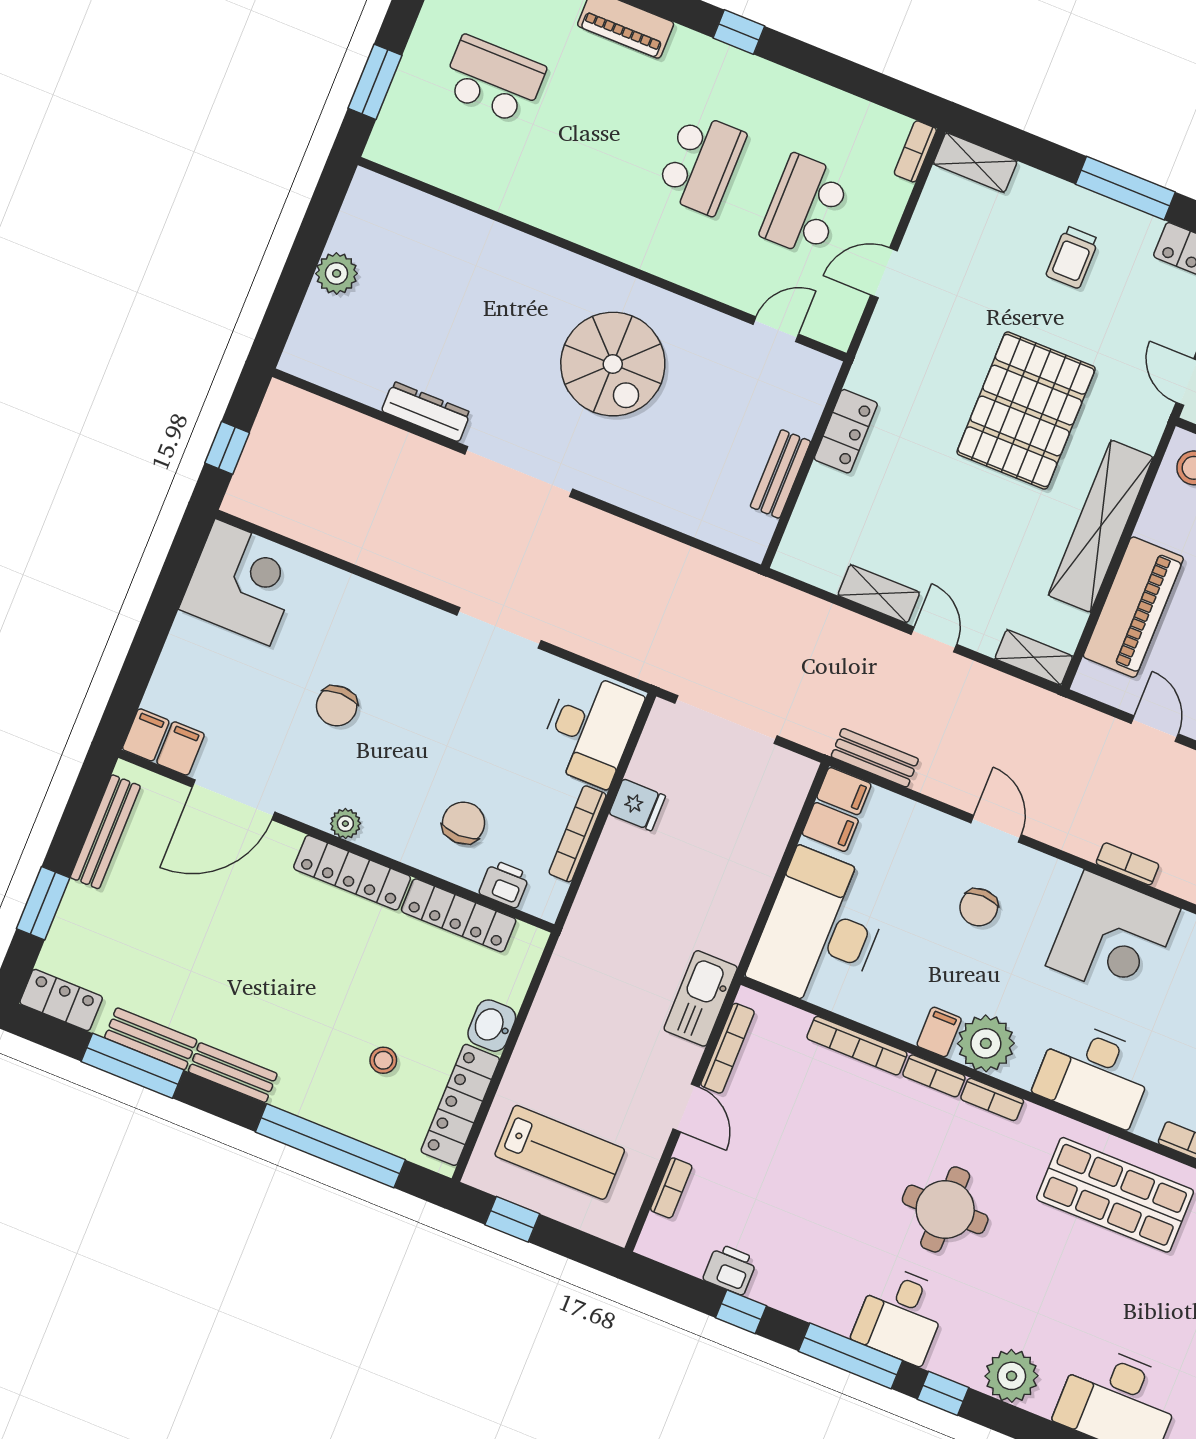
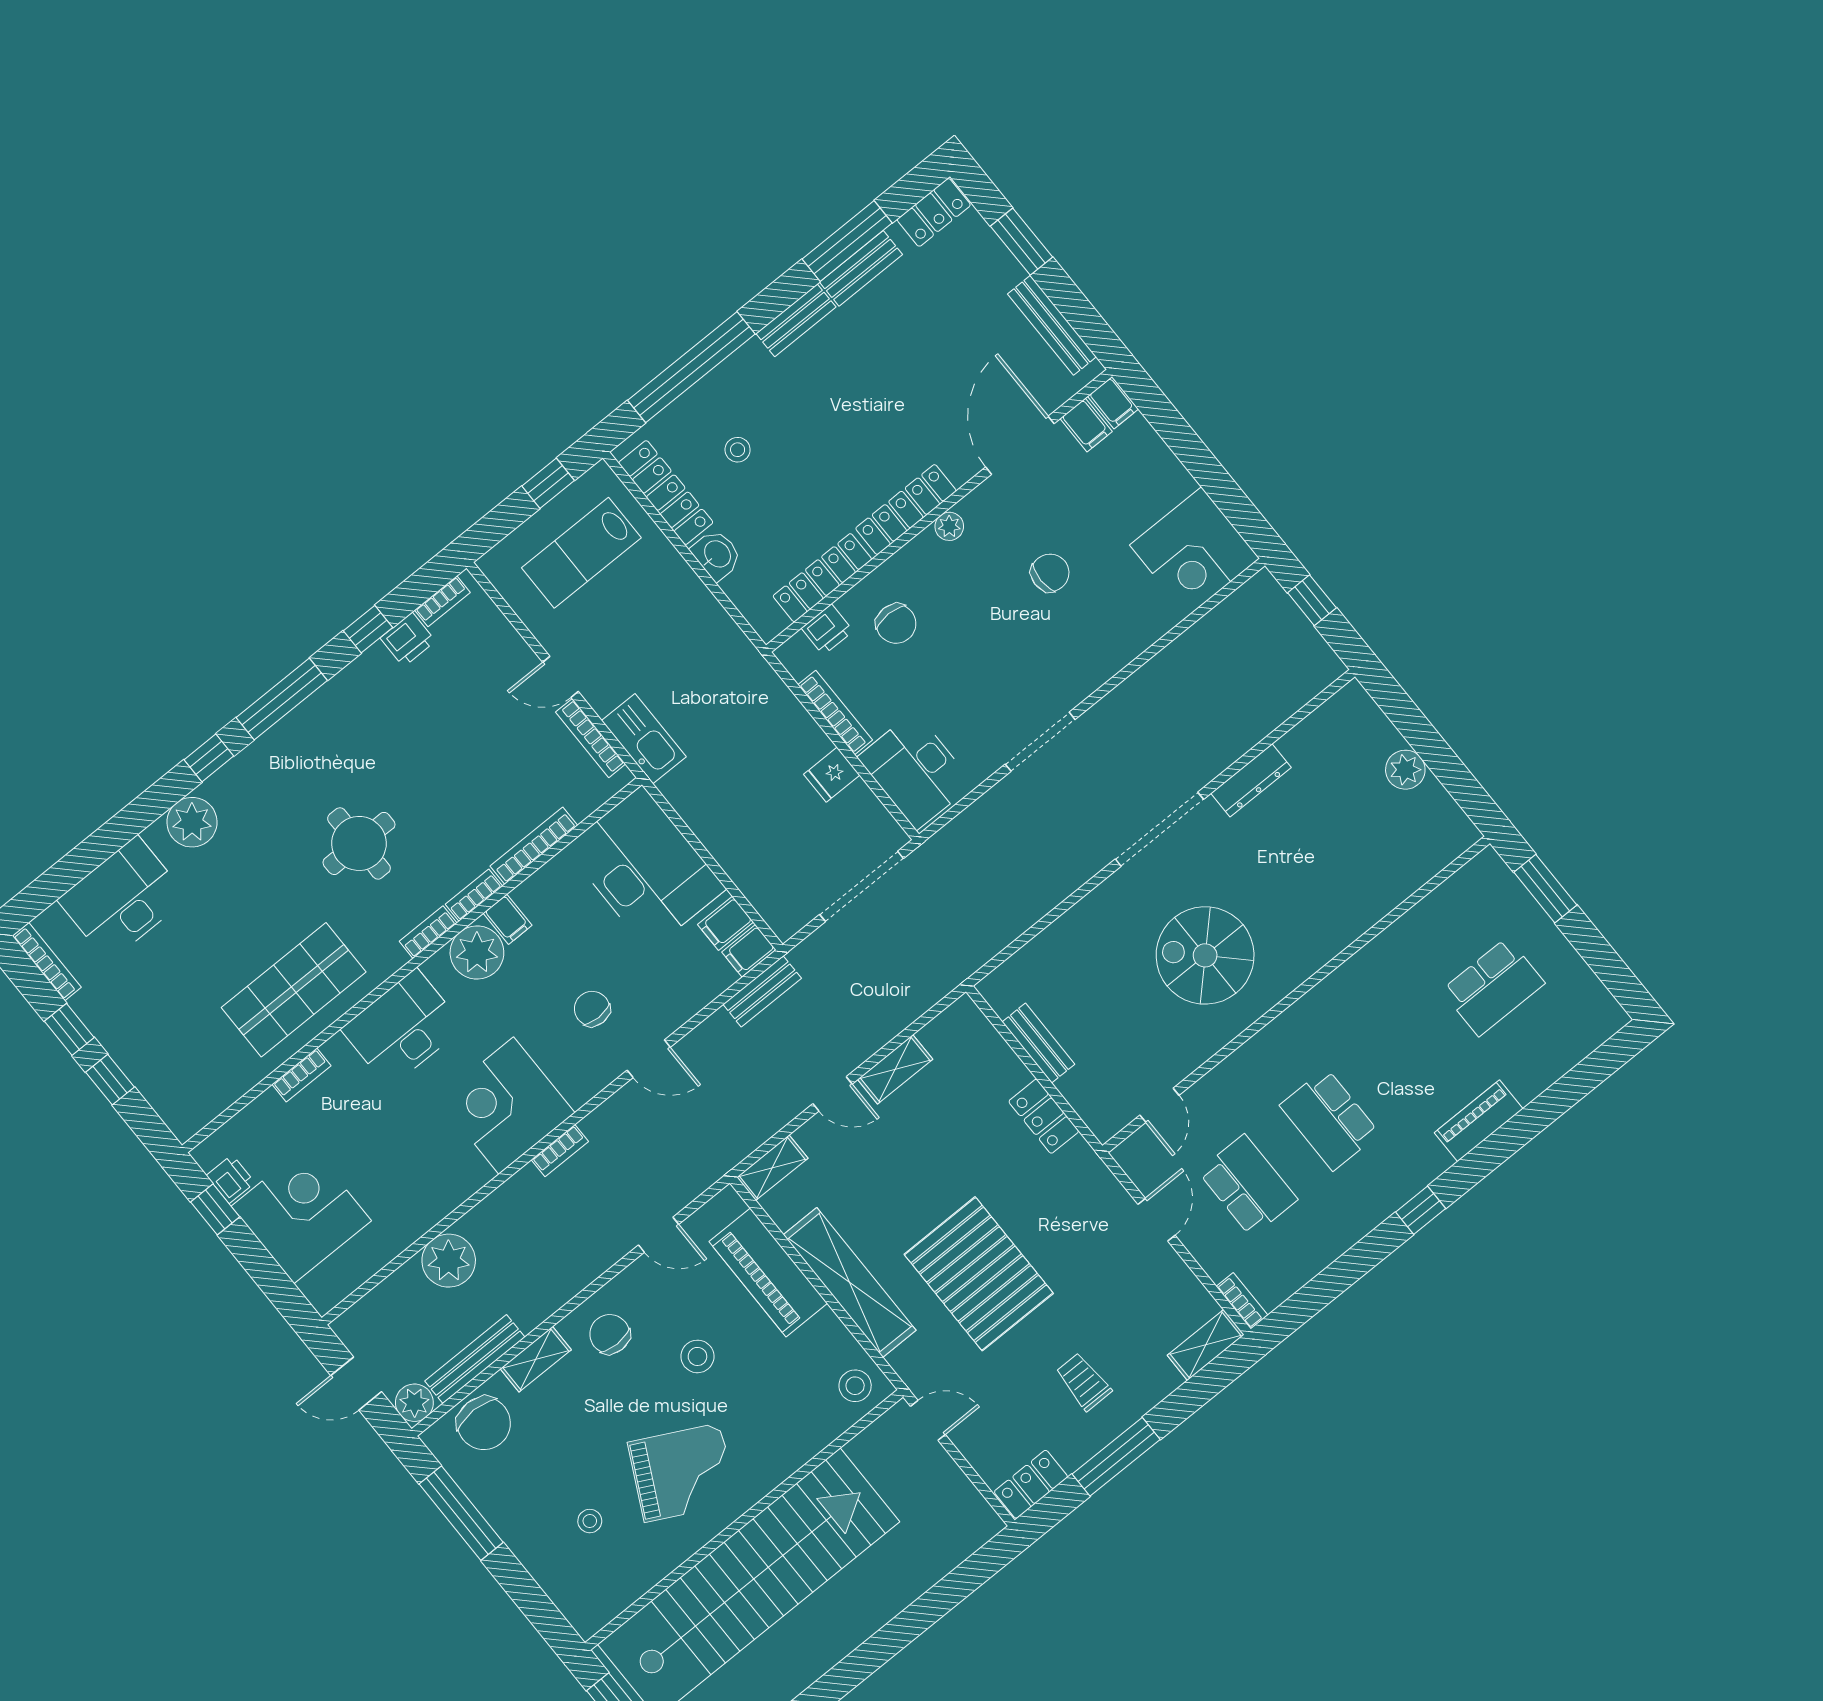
chair: (337, 706) -> (1050, 573), turned 90
bookcase: (671, 1188) -> (442, 601), moved, turned -90
desk: (901, 1315) -> (292, 759), removed

